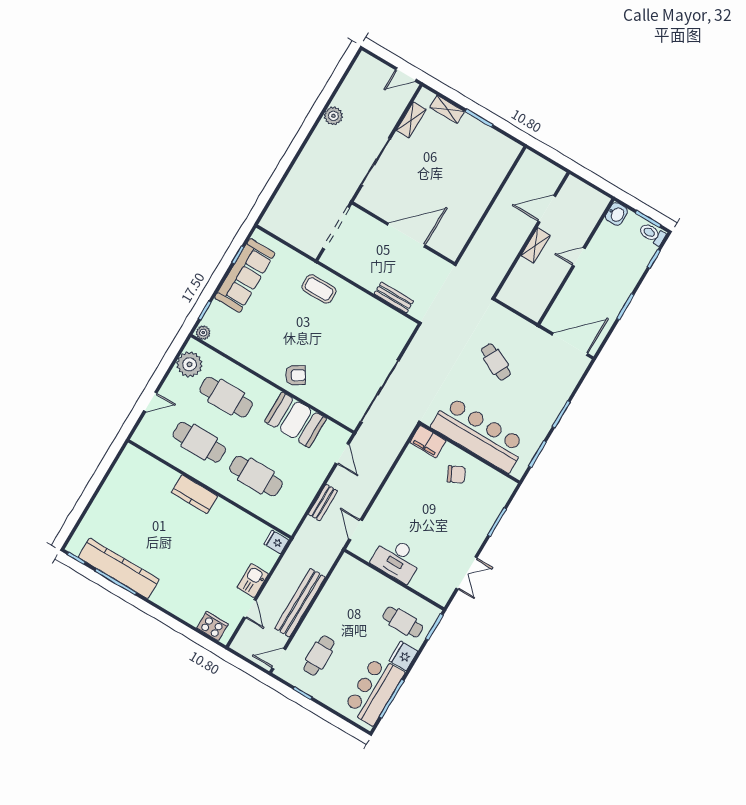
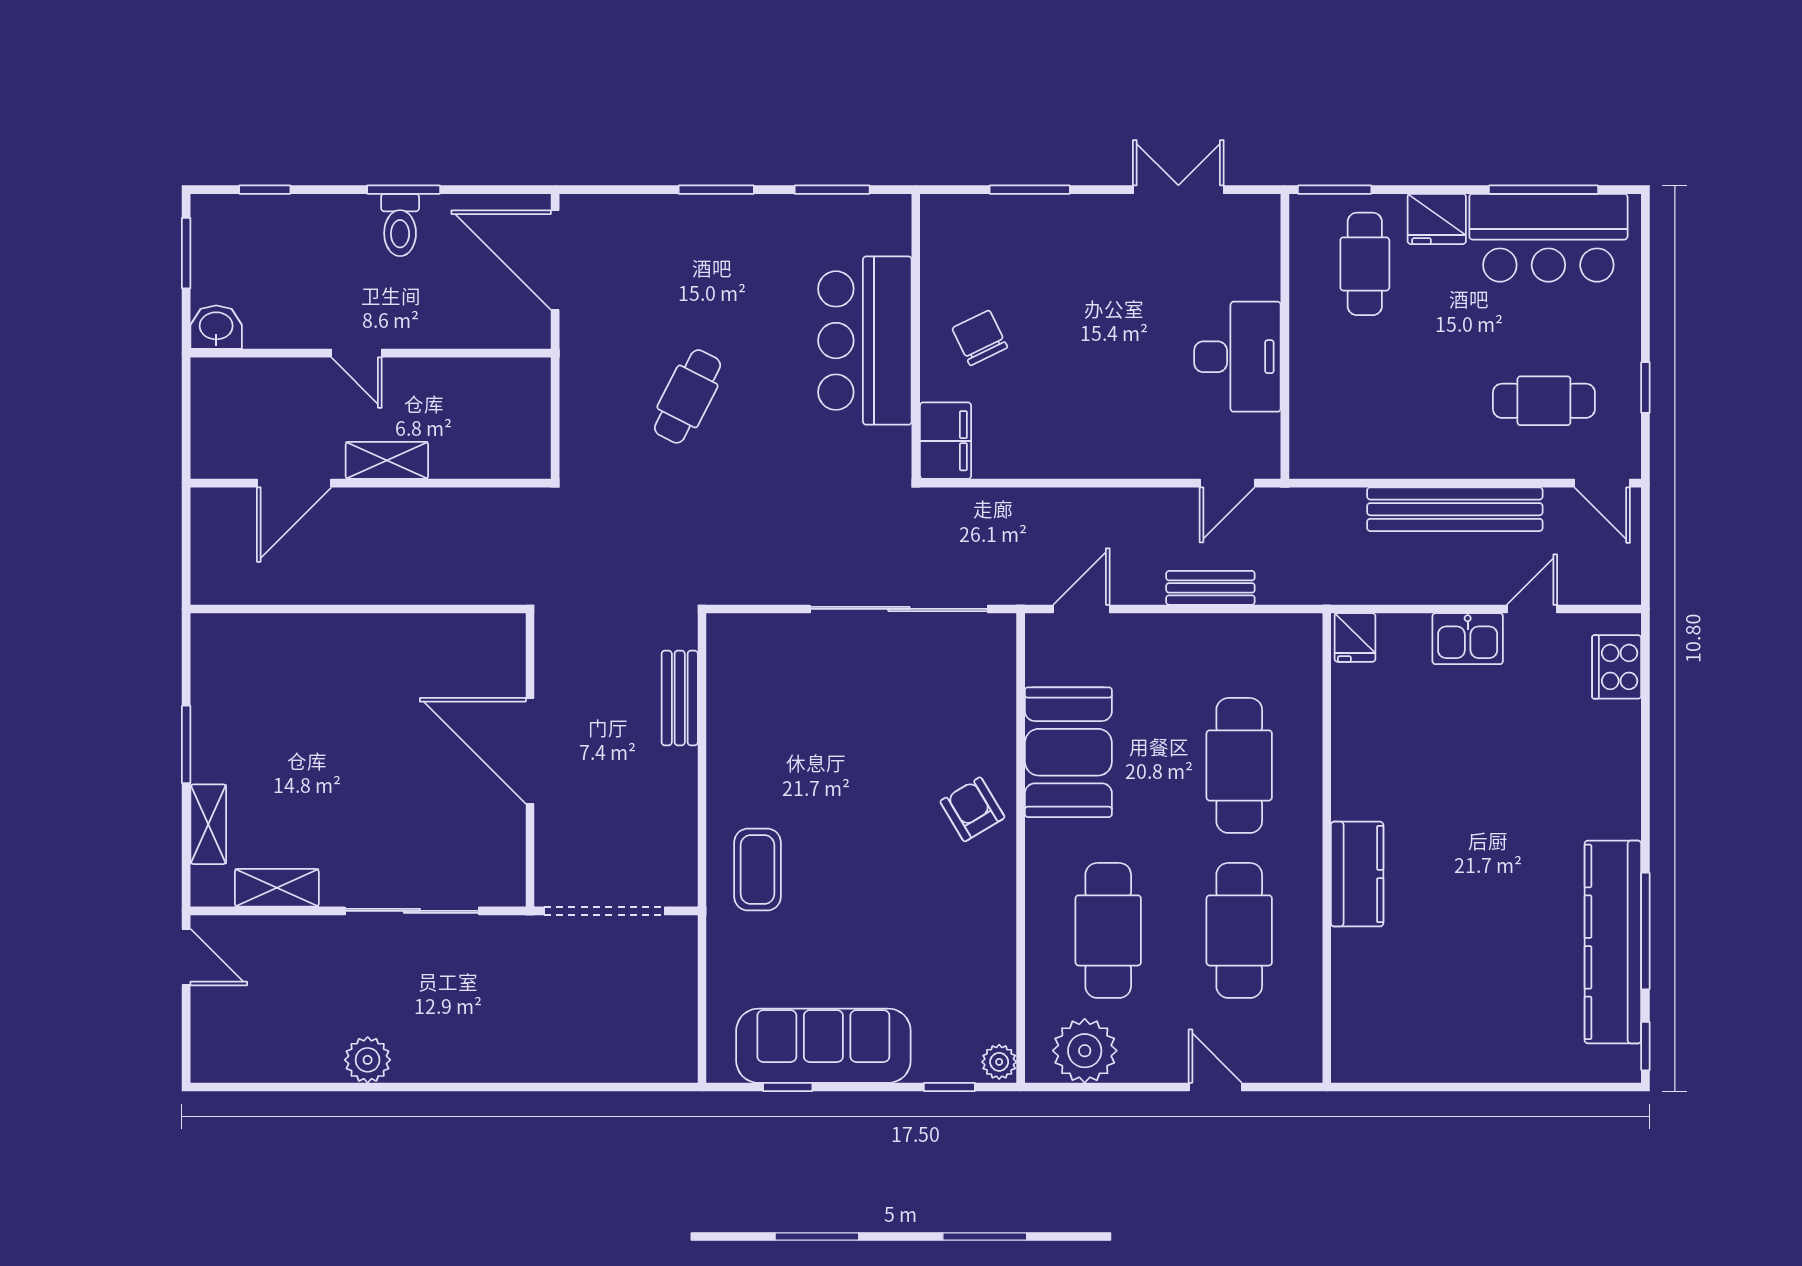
door: (547, 209) -> (294, 483), hinge flipped
toilet: (652, 234) -> (400, 225), moved
bar counter: (479, 434) -> (865, 341), width x0.73

